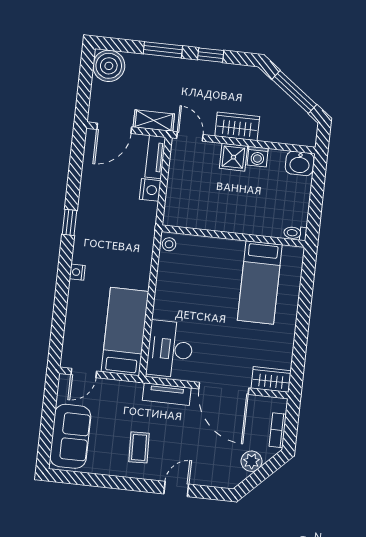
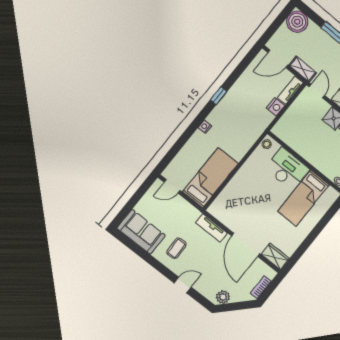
desk: (170, 349) -> (287, 169), moved, turned 90
sofa: (70, 436) -> (141, 232), moved, turned -90
plant: (252, 461) -> (223, 297), moved

